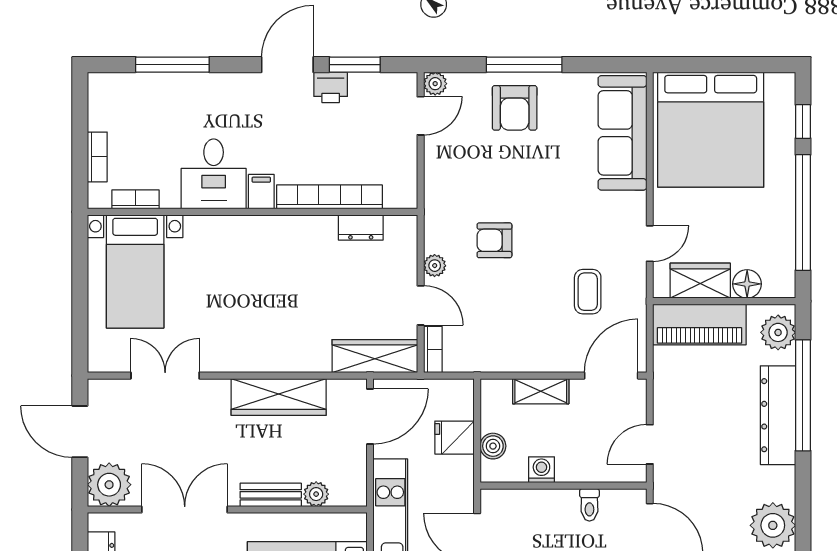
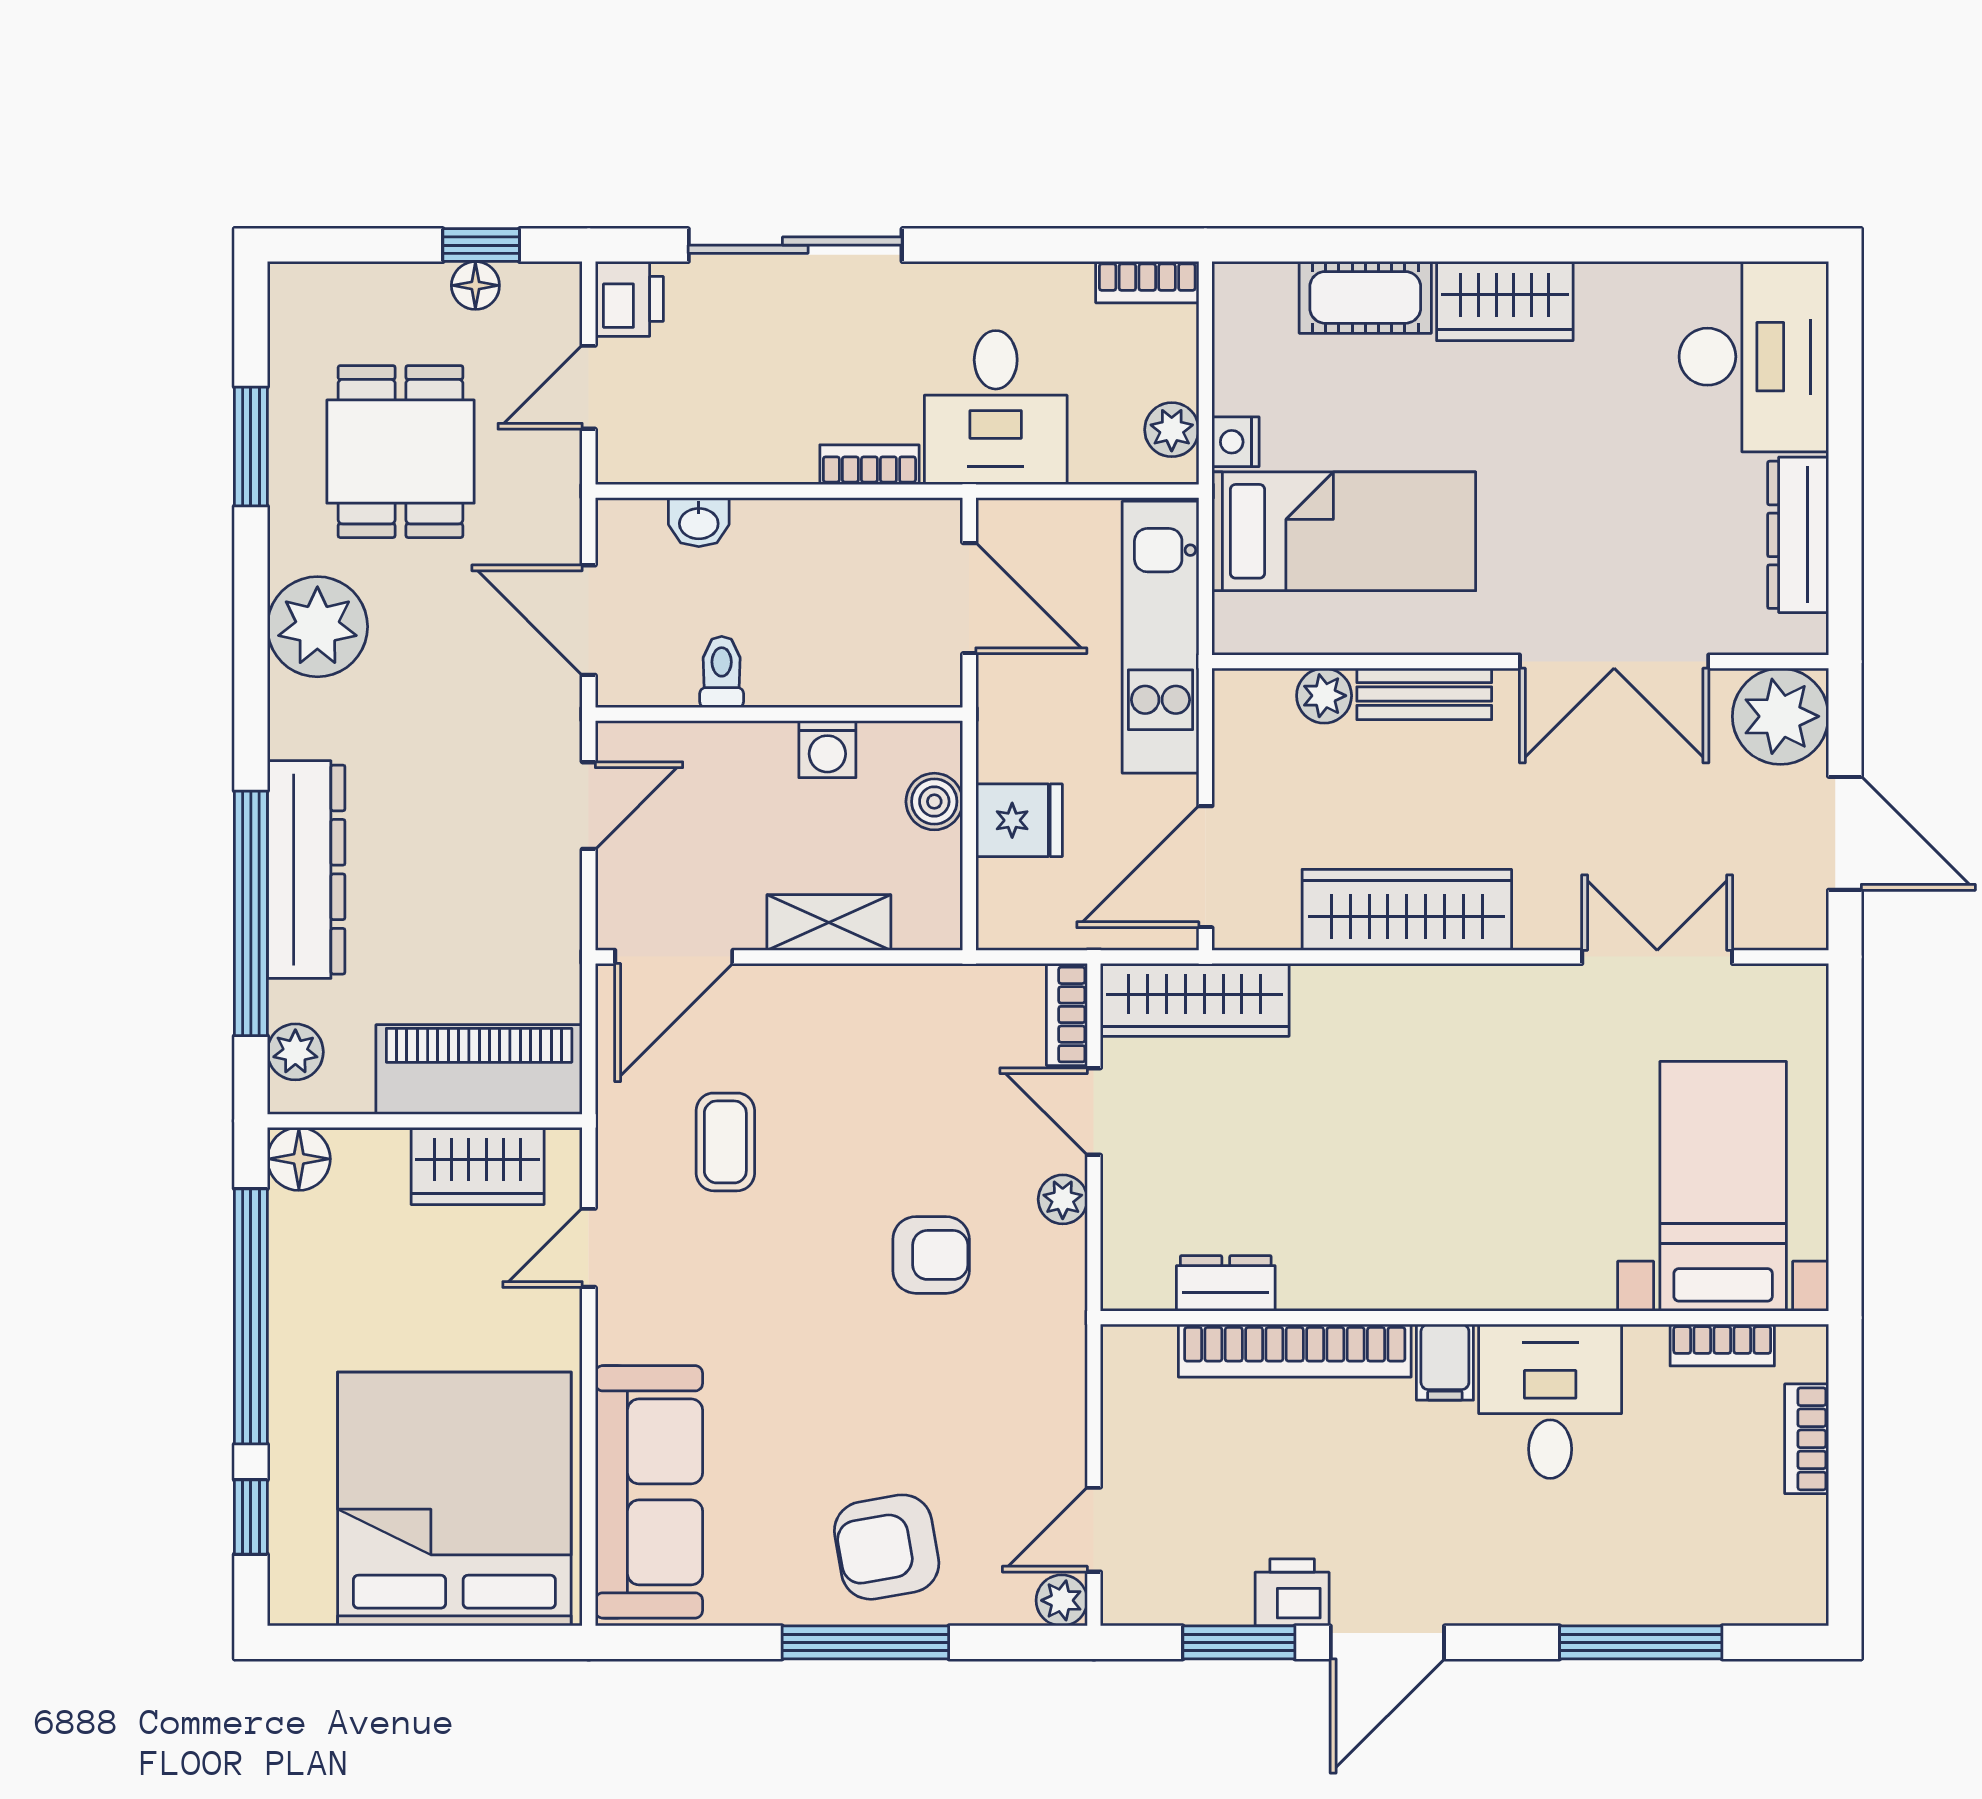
armchair: (515, 108) -> (887, 1547), turned -100
floor lamp: (747, 284) -> (299, 1159), moved
plant: (778, 332) -> (295, 1052), width x0.73, depth x0.73
double door: (165, 376) -> (1657, 957), swing flipped

